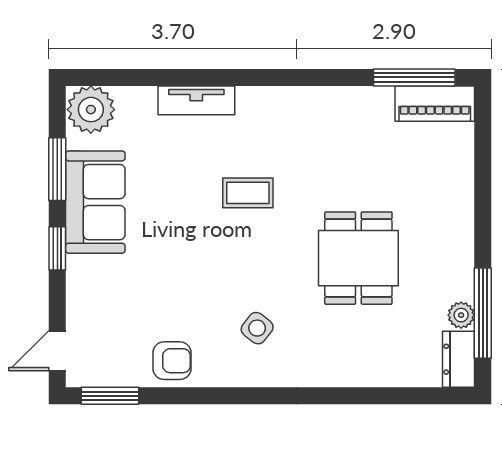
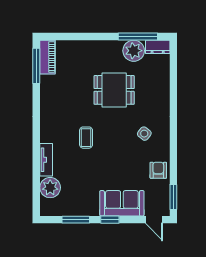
plant: (91, 110) -> (50, 188), moved
sofa: (95, 202) -> (122, 203), moved
plant: (461, 315) -> (134, 51), width x1.88, depth x1.88

